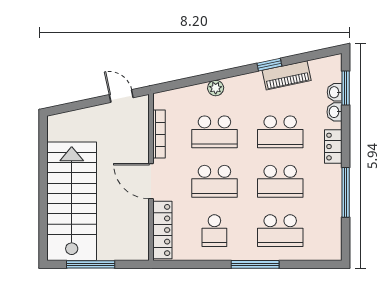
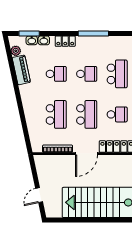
window: (269, 65) -> (15, 81), removed
plant: (216, 88) -> (16, 51), moved
door: (121, 96) -> (39, 195), moved
school desk: (280, 132) -> (56, 74), width x0.54
school desk: (280, 181) -> (87, 74), width x0.54

